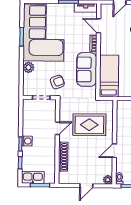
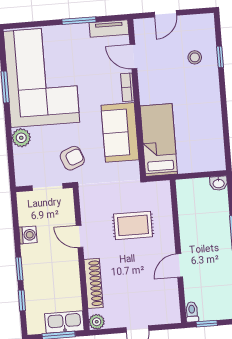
rug: (89, 125) -> (133, 225), width x0.73, depth x0.70
door: (57, 128) -> (79, 236), swing flipped
washing machine: (27, 141) -> (28, 235), moved
kitchen sink: (33, 177) -> (64, 322), moved
plant: (108, 180) -> (97, 322), moved

